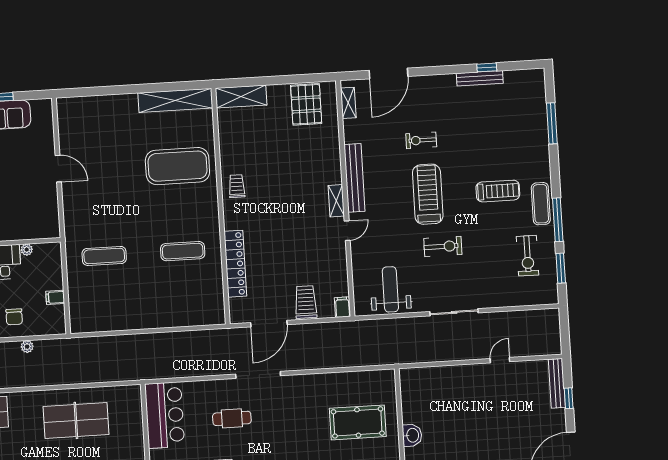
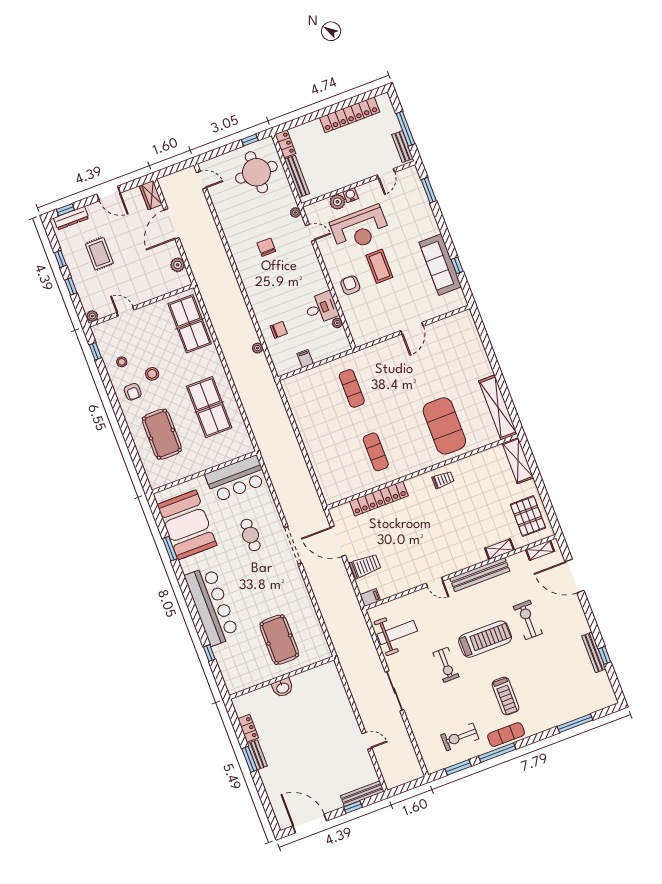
pallet: (306, 104) -> (528, 516), turned 90
exercise bike: (421, 140) -> (528, 620), width x1.38, depth x1.39
shelving: (336, 201) -> (500, 549), moved
chair: (14, 317) -> (279, 330), turned 180

